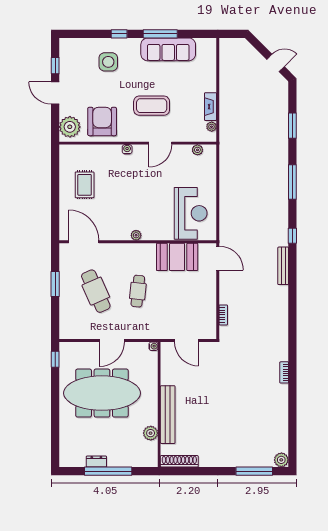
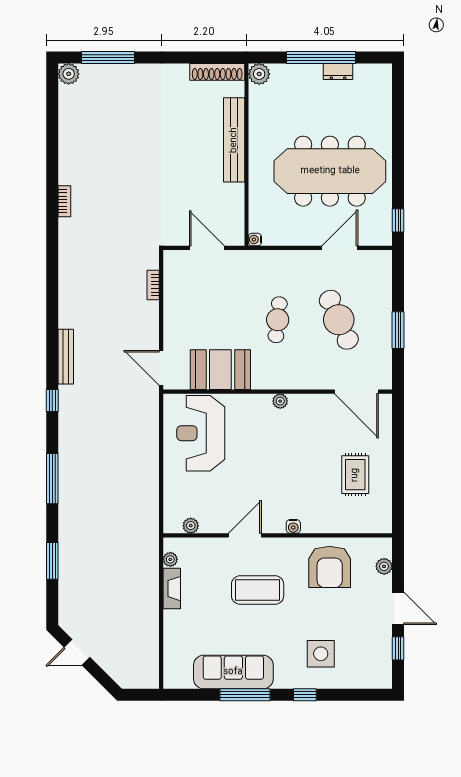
plant: (70, 127) -> (384, 566), width x0.53, depth x0.53
door: (112, 340) -> (340, 248), moved
plant: (151, 433) -> (259, 74), moved

